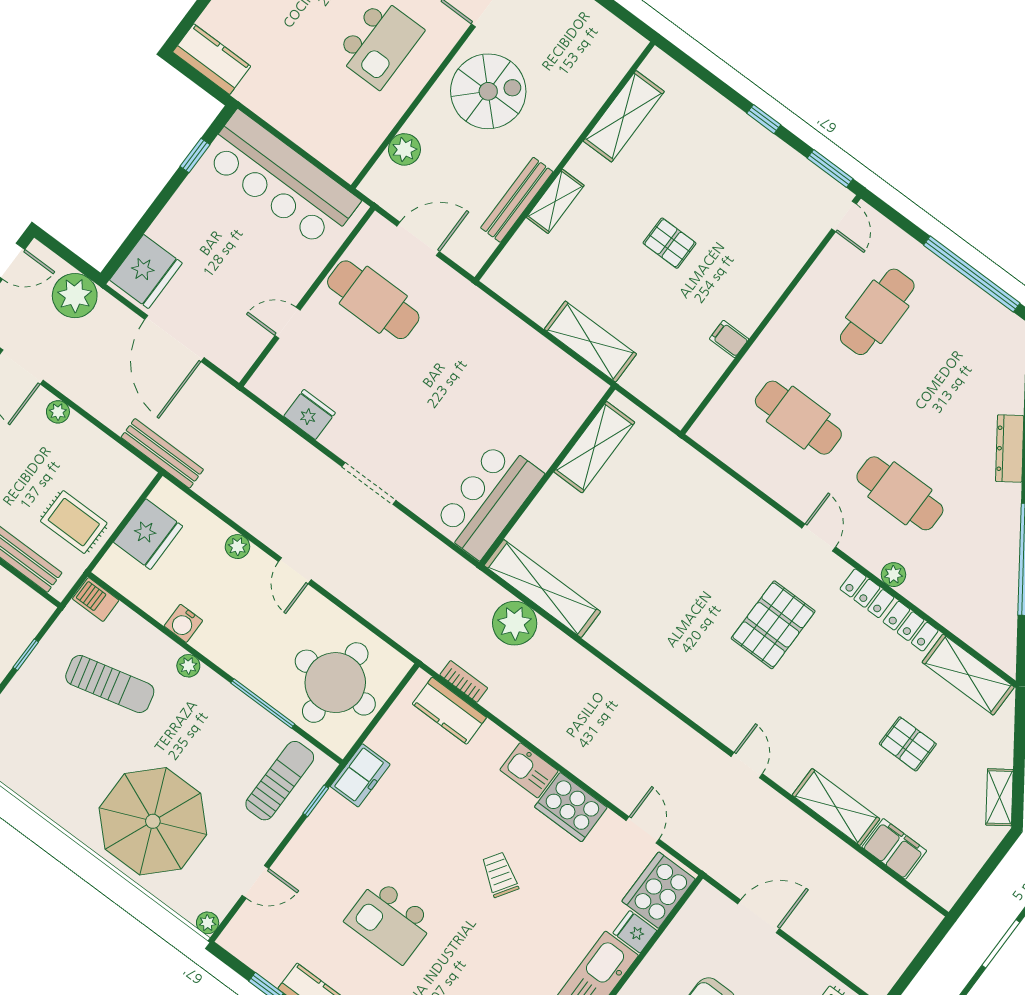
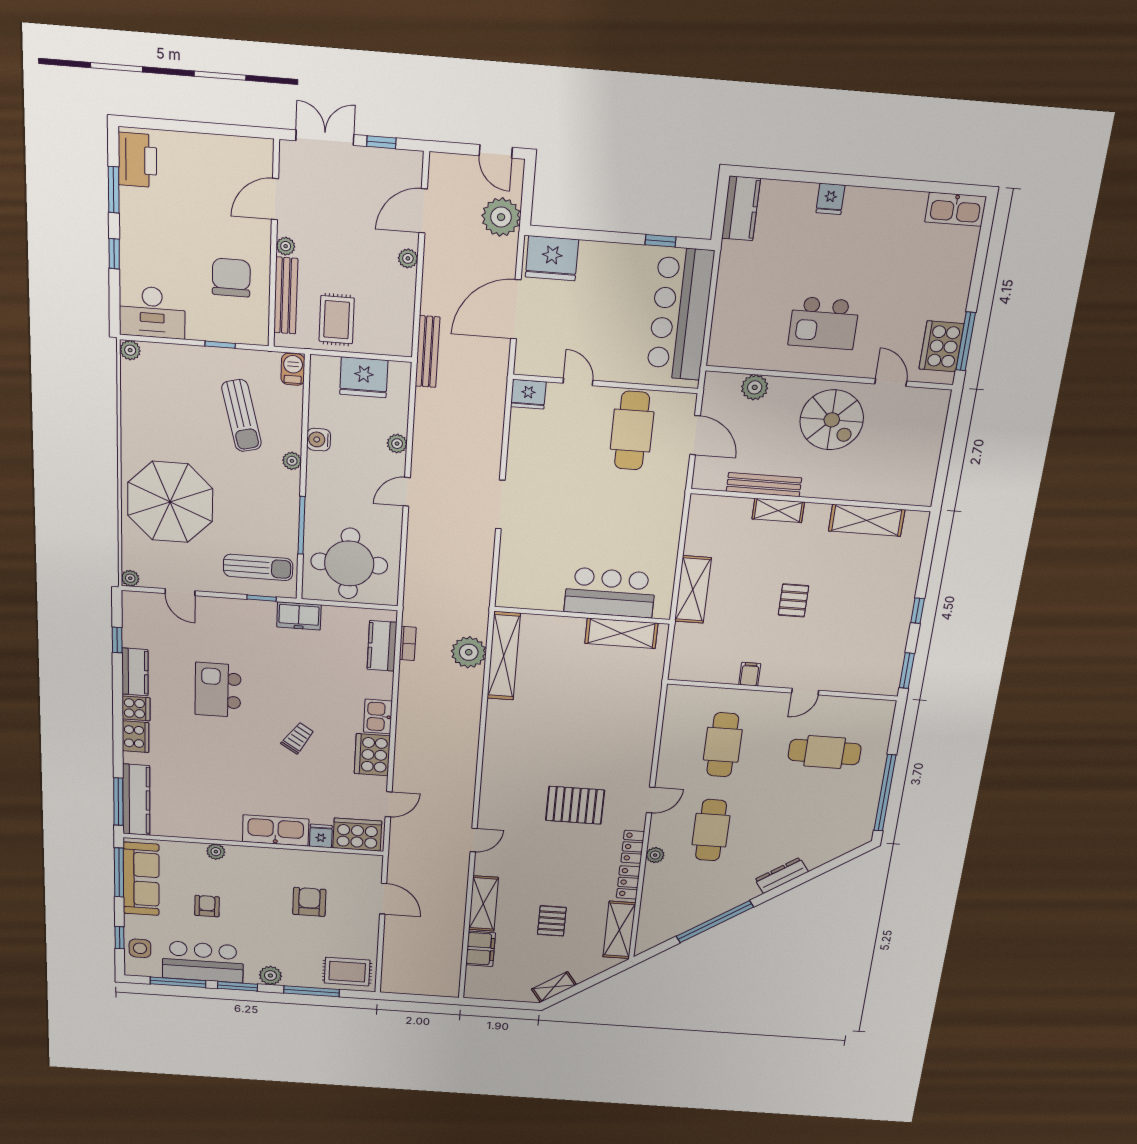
door: (844, 216) -> (805, 692), moved
fridge: (310, 414) -> (528, 394), moved, turned 90
bar counter: (488, 500) -> (610, 593), moved

